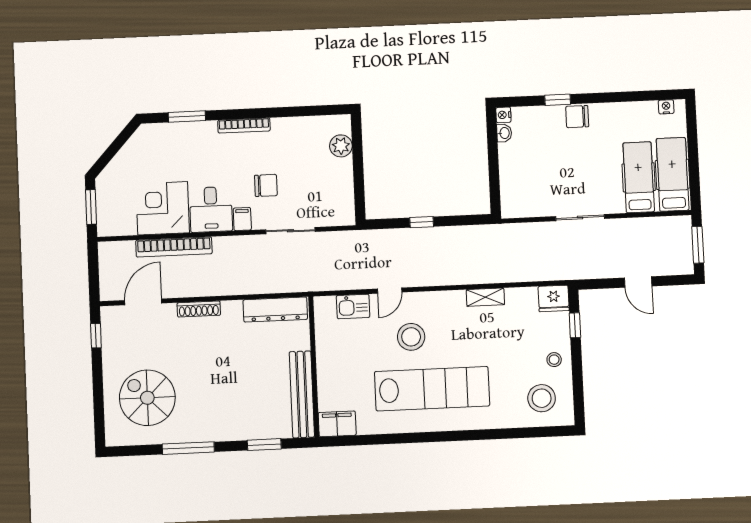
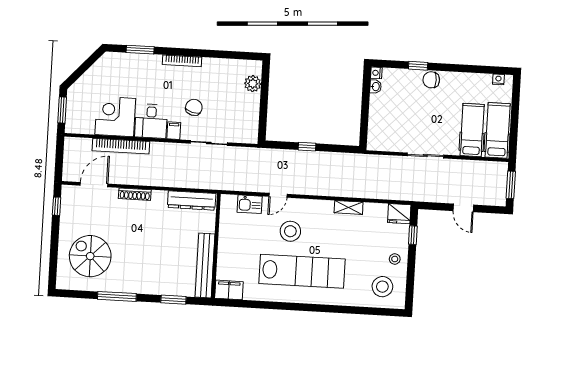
chair: (266, 185) -> (194, 107), turned -75

